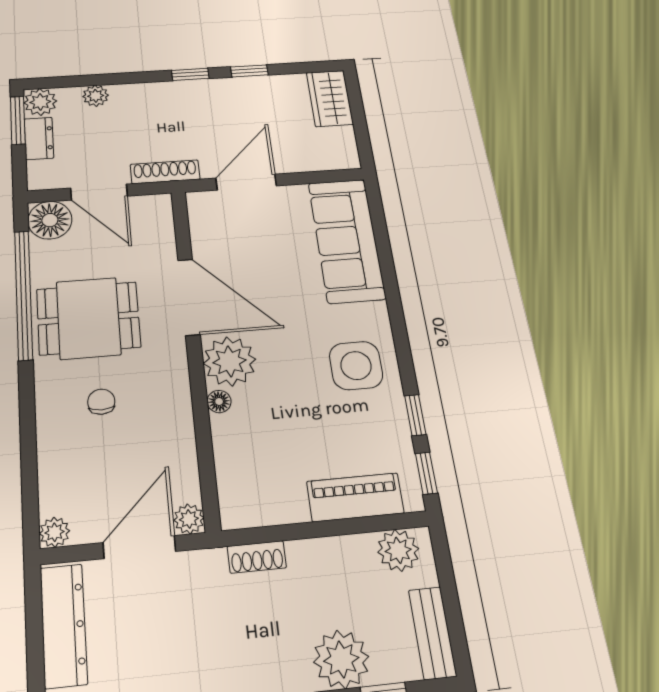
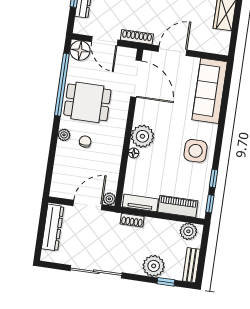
door: (189, 297) -> (136, 79), moved
tv unit: (265, 511) -> (140, 203), added
plant: (54, 532) -> (64, 135), moved

